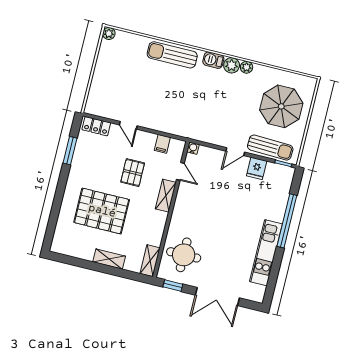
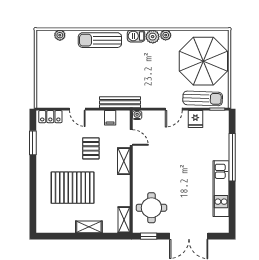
plant: (109, 33) -> (60, 35), moved
parasol: (281, 106) -> (203, 61), width x1.36, depth x1.36
bench: (178, 129) -> (120, 102), added

